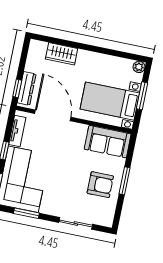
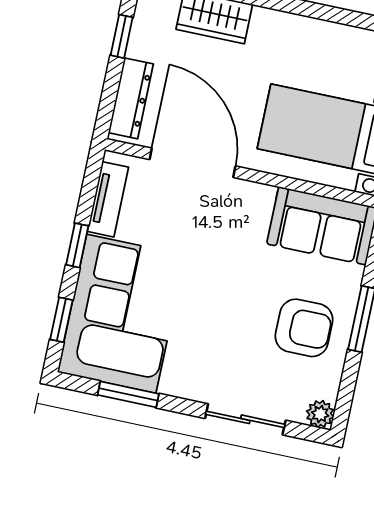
window: (17, 88) -> (122, 36), moved
plant: (107, 221) -> (320, 414), added

